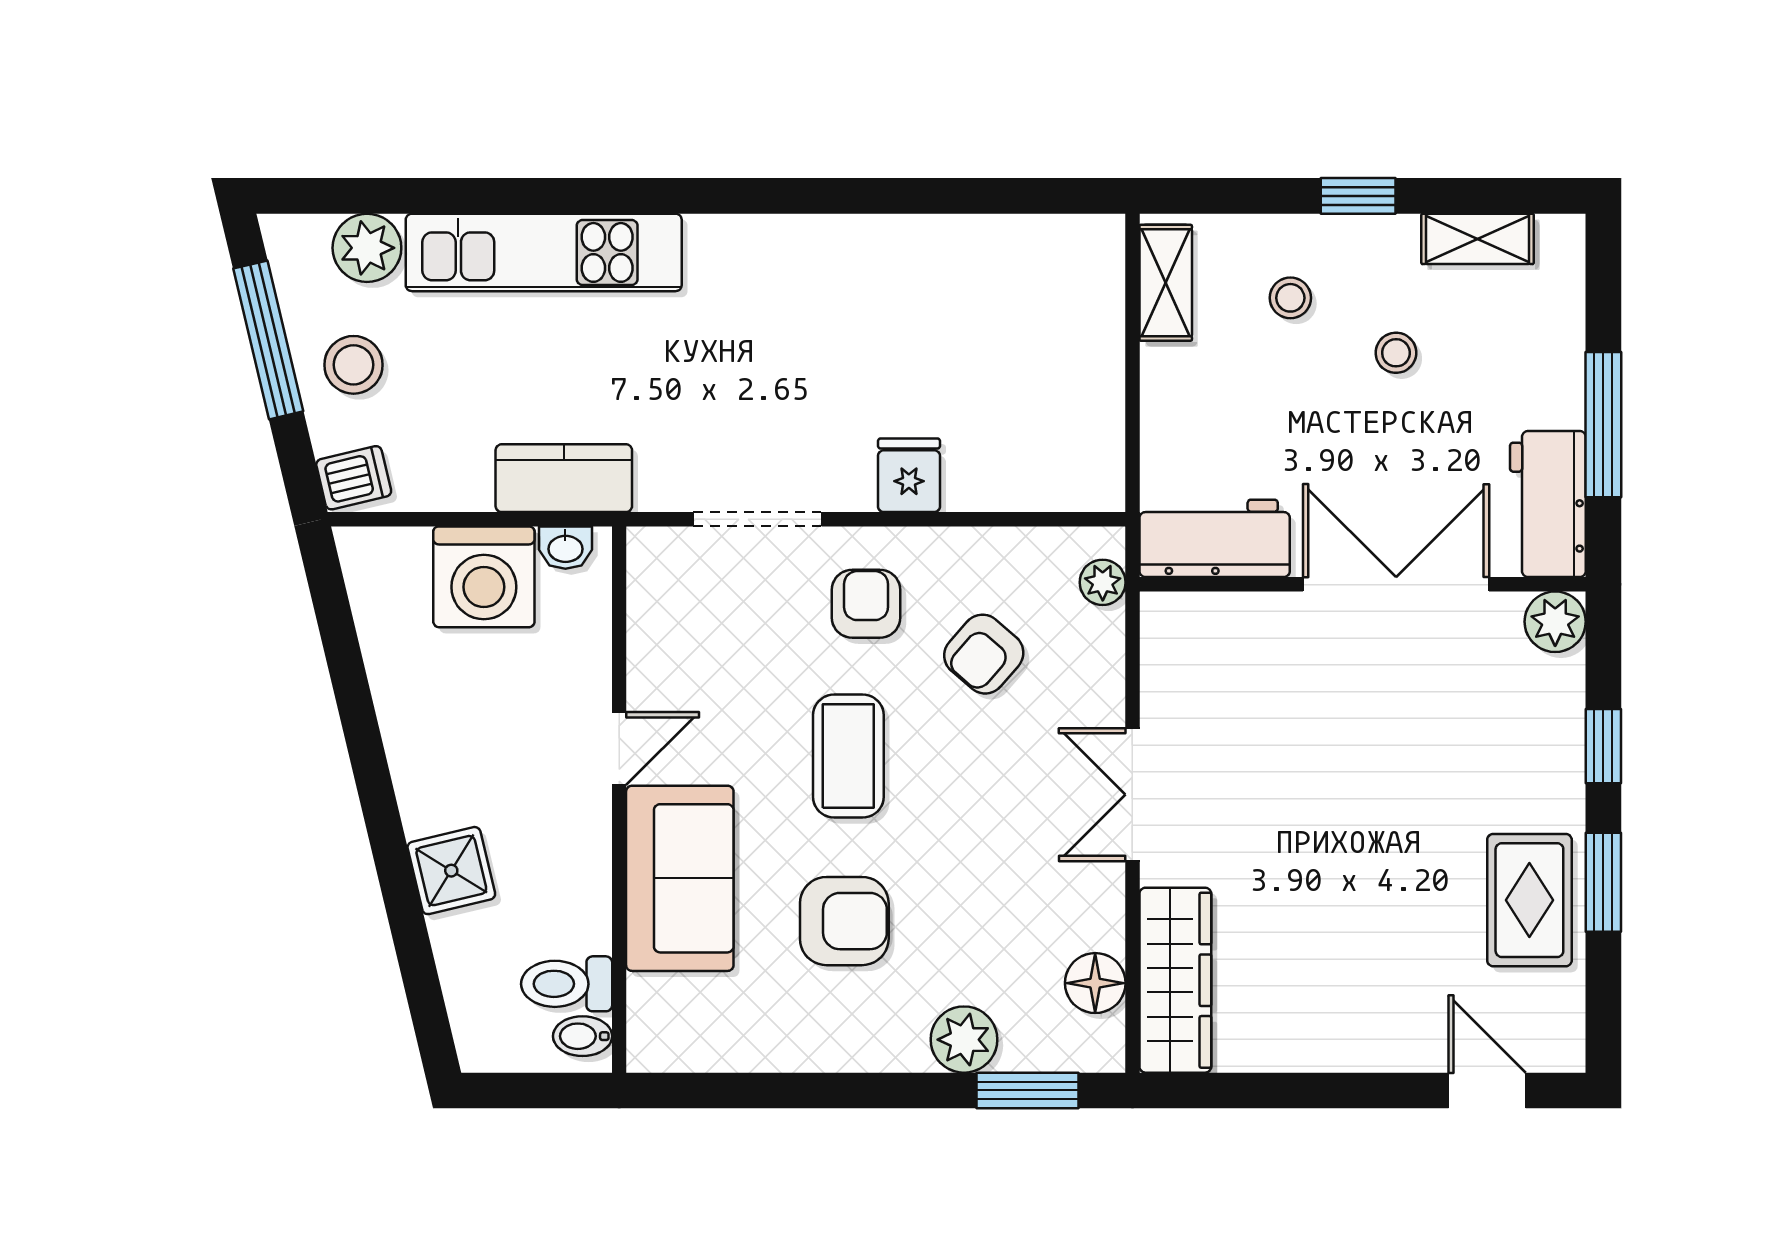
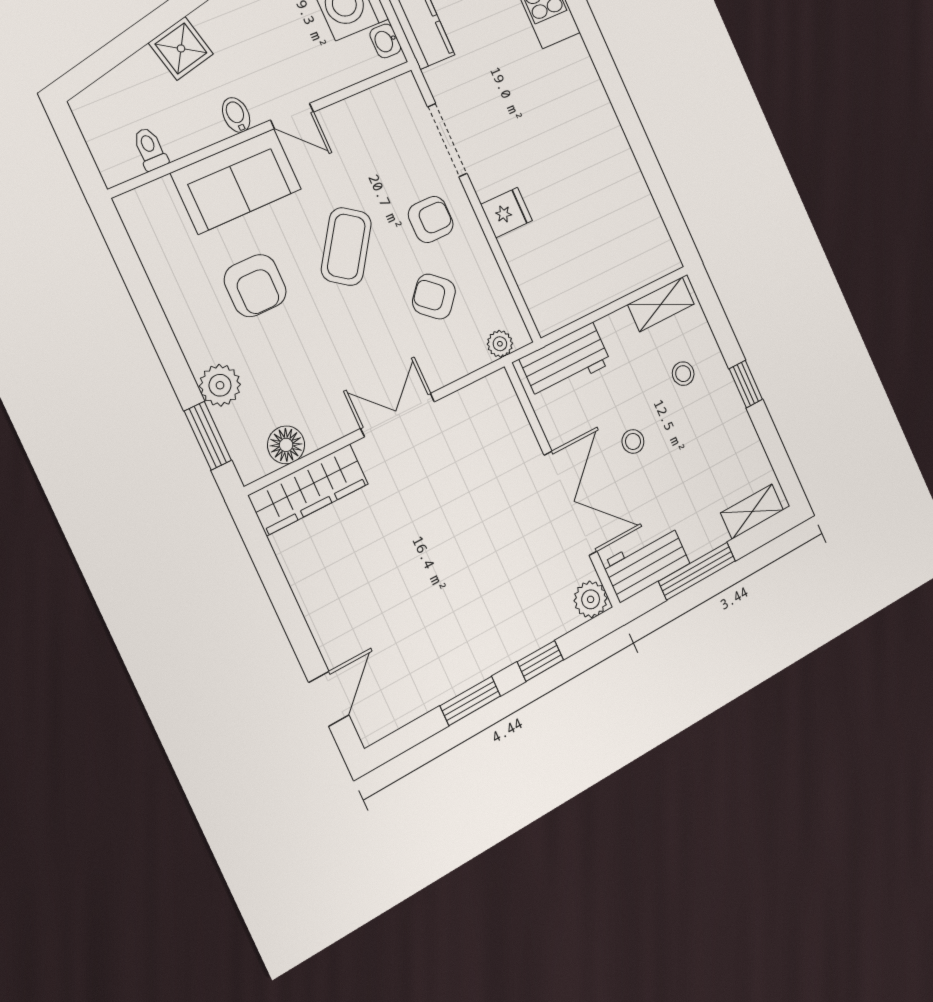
shelving: (1478, 239) -> (752, 511), moved, turned 90
stool: (1396, 353) -> (633, 441), moved
workbench: (1215, 538) -> (565, 361), moved, turned 90
coffee table: (848, 756) -> (346, 247), turned -55
rug: (1529, 900) -> (442, 665), removed
toilet: (567, 984) -> (150, 149), width x0.73, depth x0.72
bidet: (583, 1036) -> (236, 115), moved

